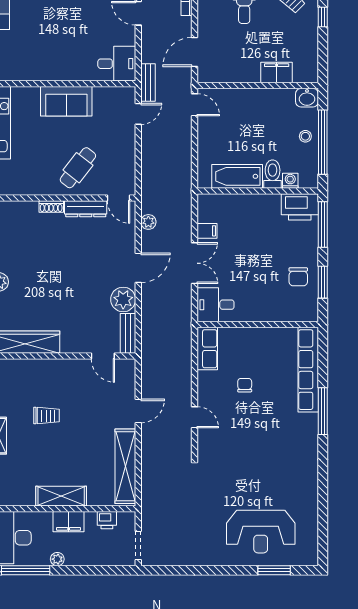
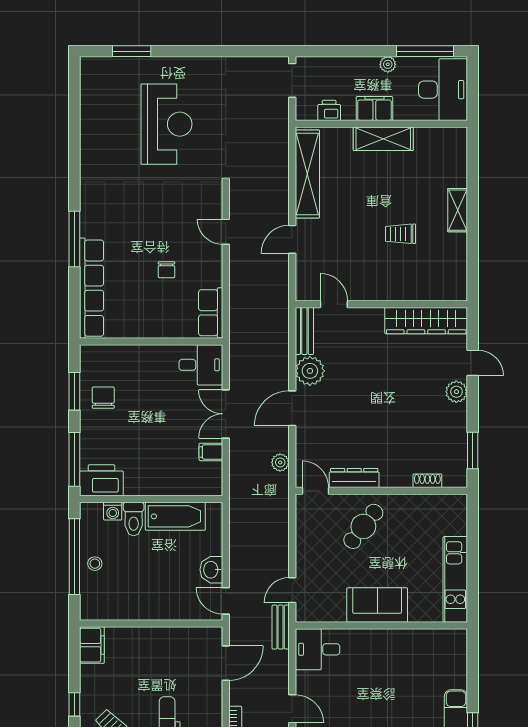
filing cabinet: (277, 72) -> (92, 645), moved, turned -90
washbasin: (307, 98) -> (211, 570), moved, turned -90
shoe rack: (51, 206) -> (427, 481), moved
reception desk: (261, 532) -> (167, 124), moved, turned 90

